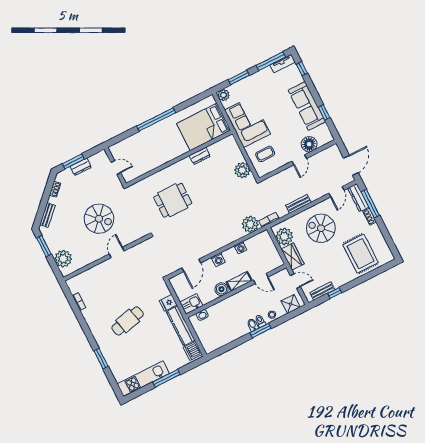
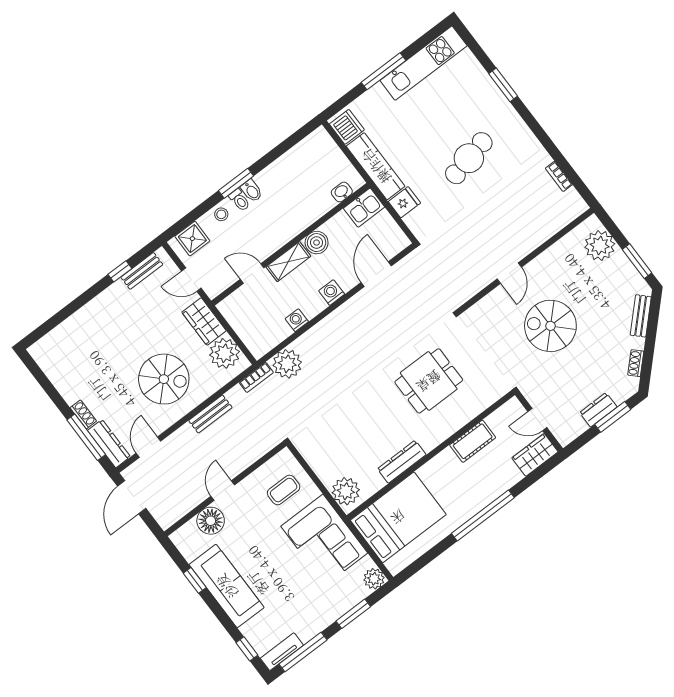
wardrobe: (121, 148) -> (535, 455), added
dresser: (200, 156) -> (402, 462), width x1.44
cot: (154, 162) -> (473, 441), added
plant: (242, 170) -> (346, 491), moved
rug: (361, 254) -> (87, 348), removed

